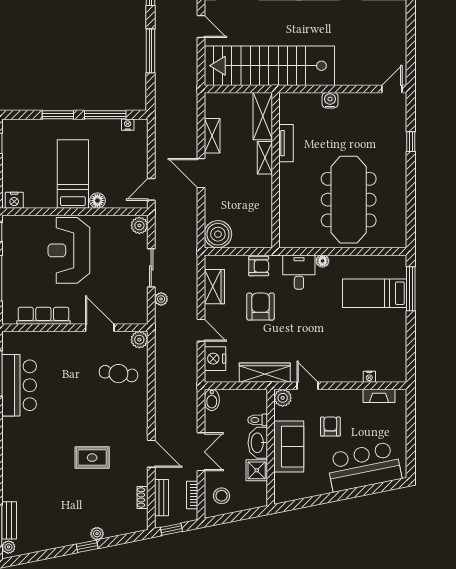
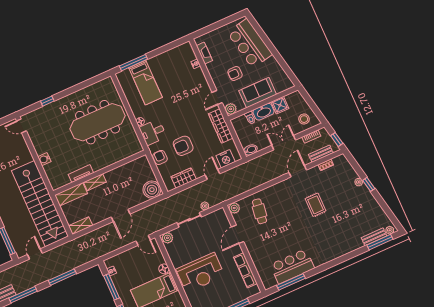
shelving: (212, 136) -> (81, 226), moved

